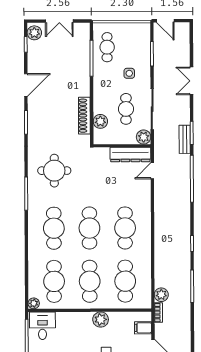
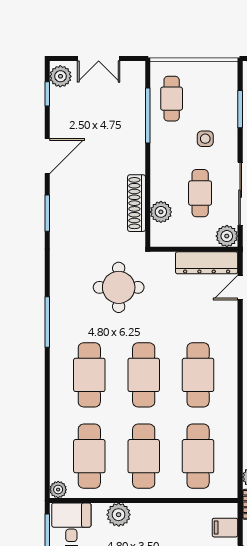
round table: (54, 171) -> (119, 287), moved
plant: (101, 320) -> (119, 515), moved

